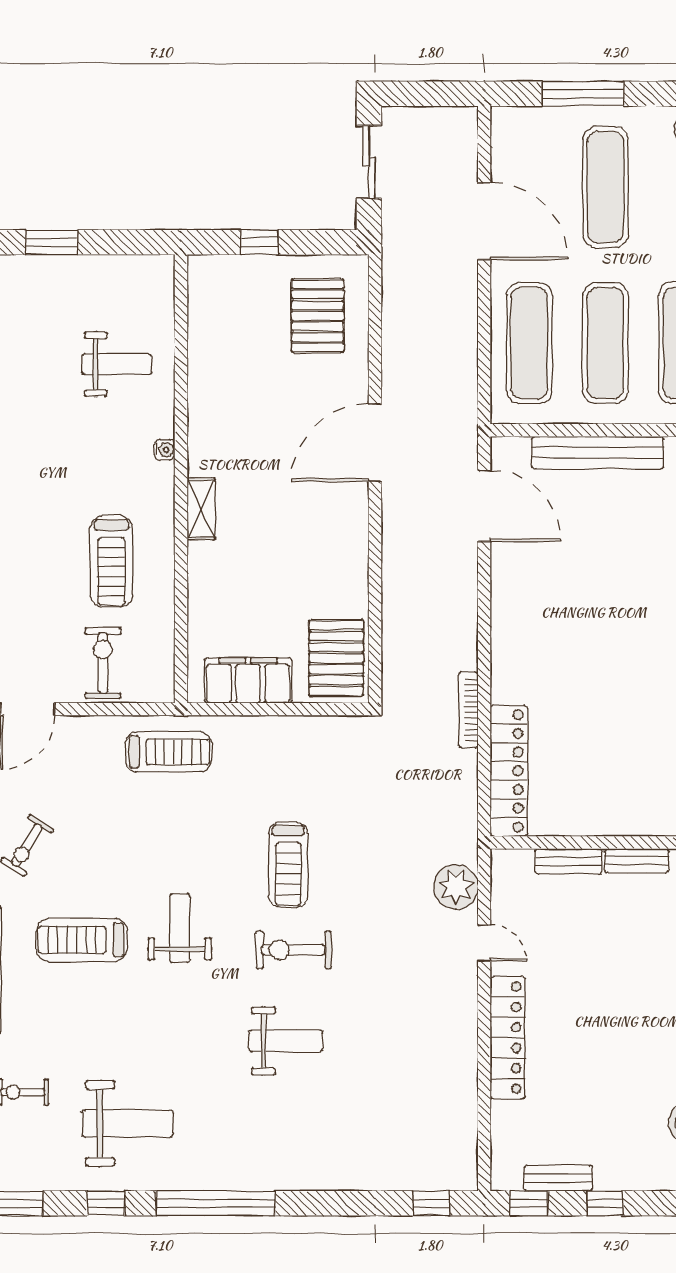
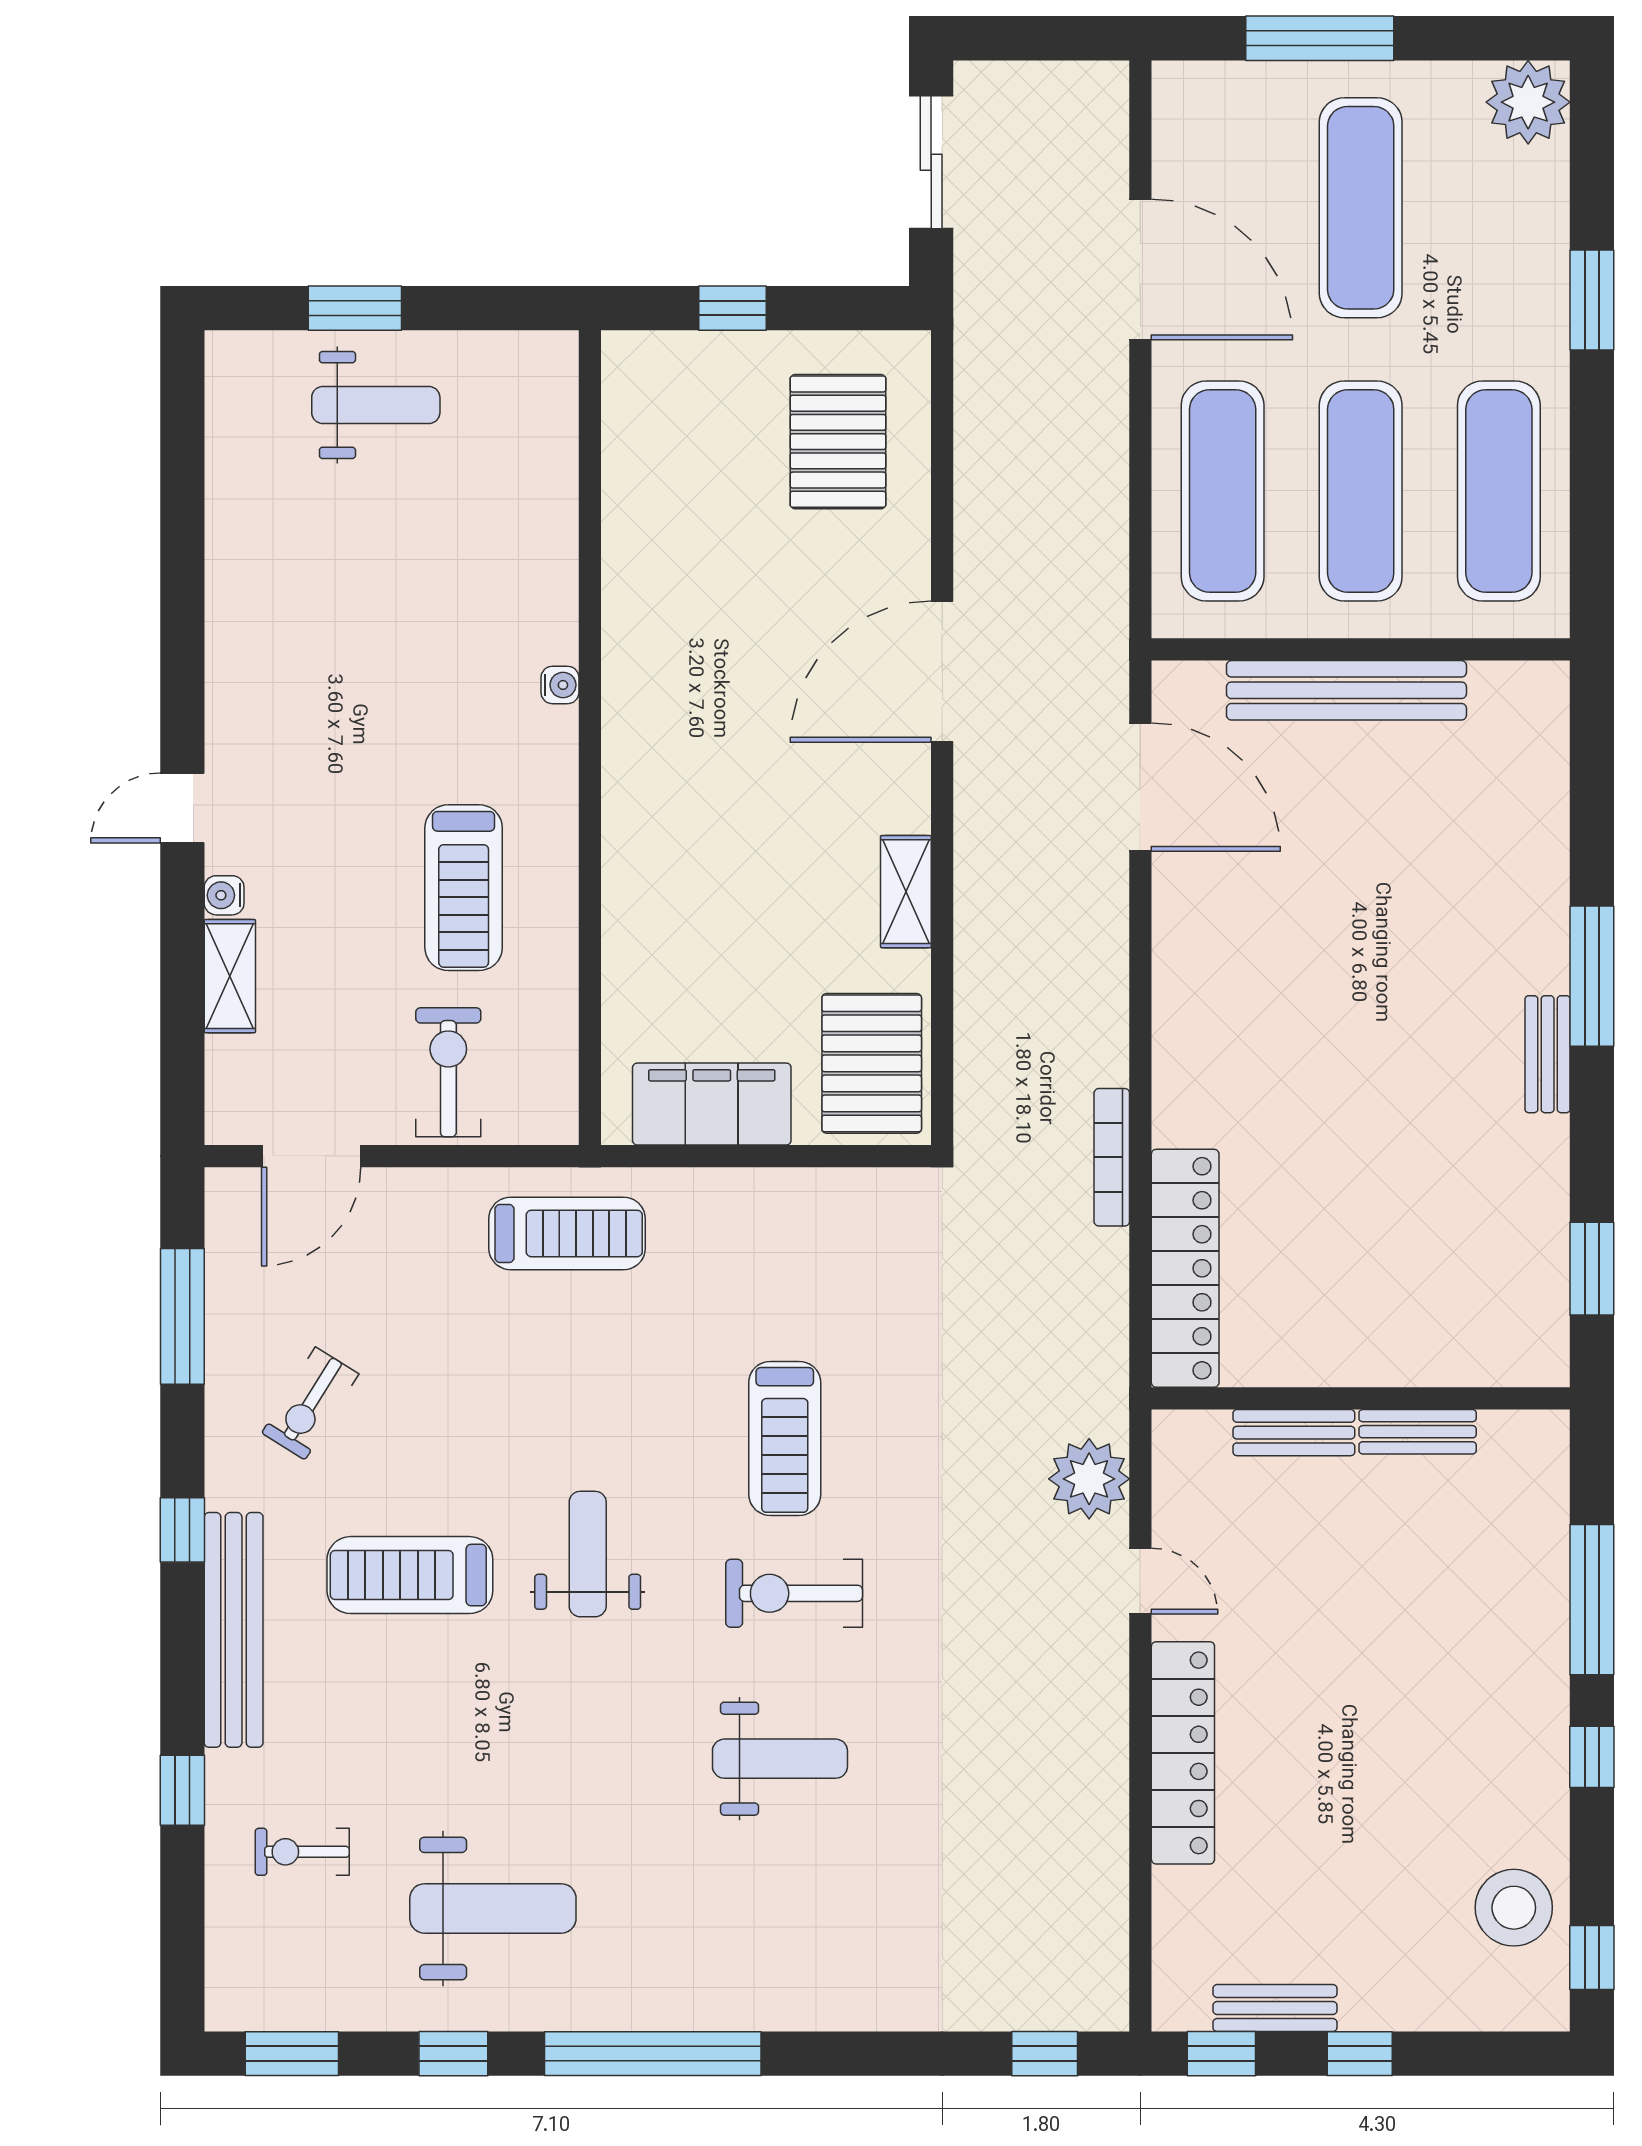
weight bench: (117, 364) -> (376, 405), moved
shelving: (201, 509) -> (906, 892), moved

